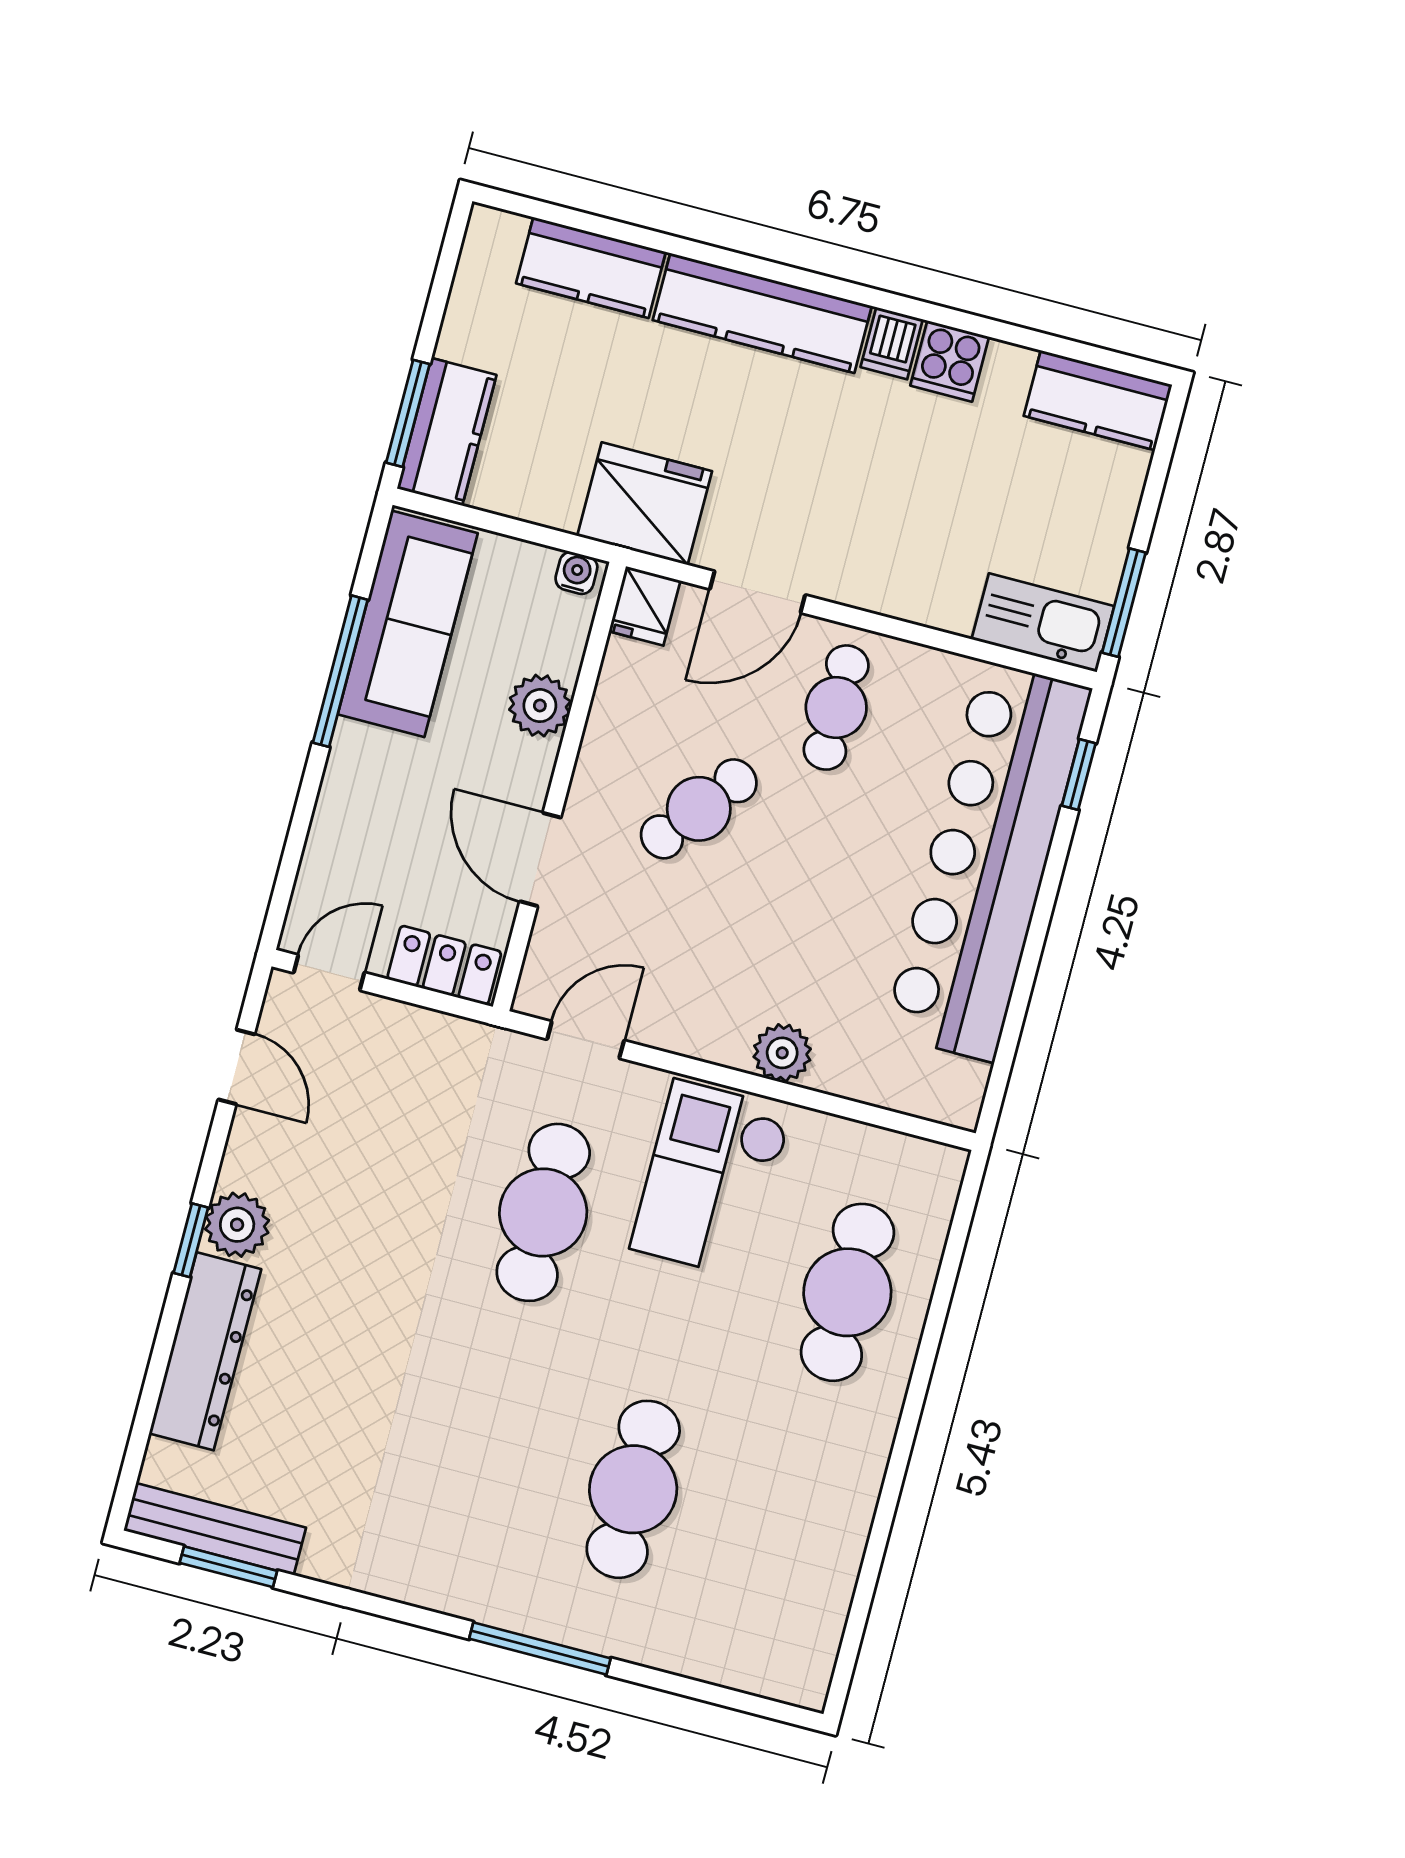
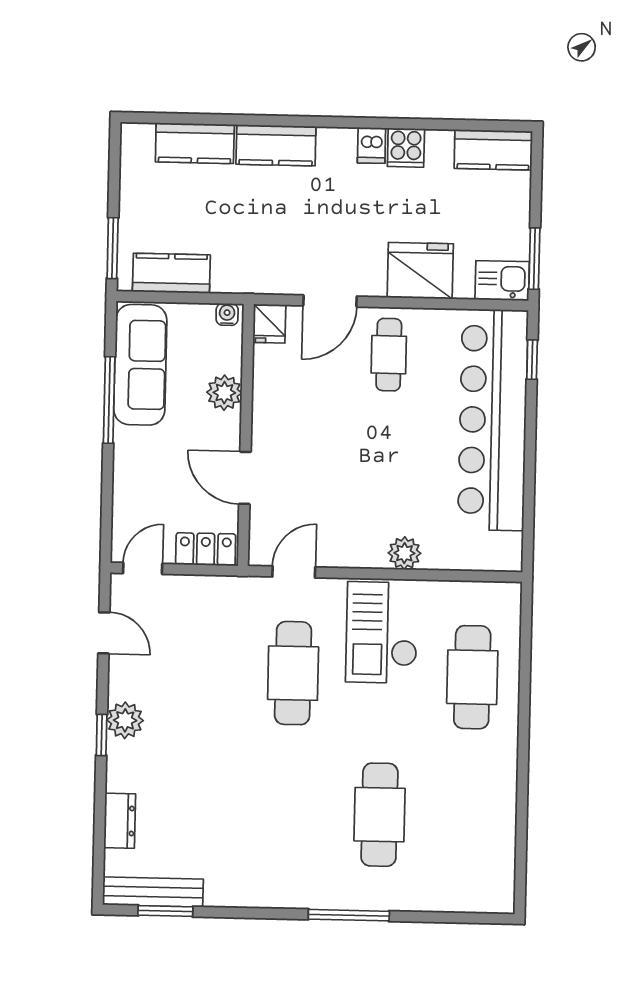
kitchen counter: (762, 313) -> (276, 145), width x0.67
kitchen counter: (447, 432) -> (171, 273), moved, turned -90
fridge: (645, 504) -> (420, 271), moved
kitchen sink: (1043, 623) -> (502, 281), width x0.73
cafe table: (699, 809) -> (326, 429), removed
dresser: (205, 1351) -> (120, 821), width x0.51, depth x0.80

